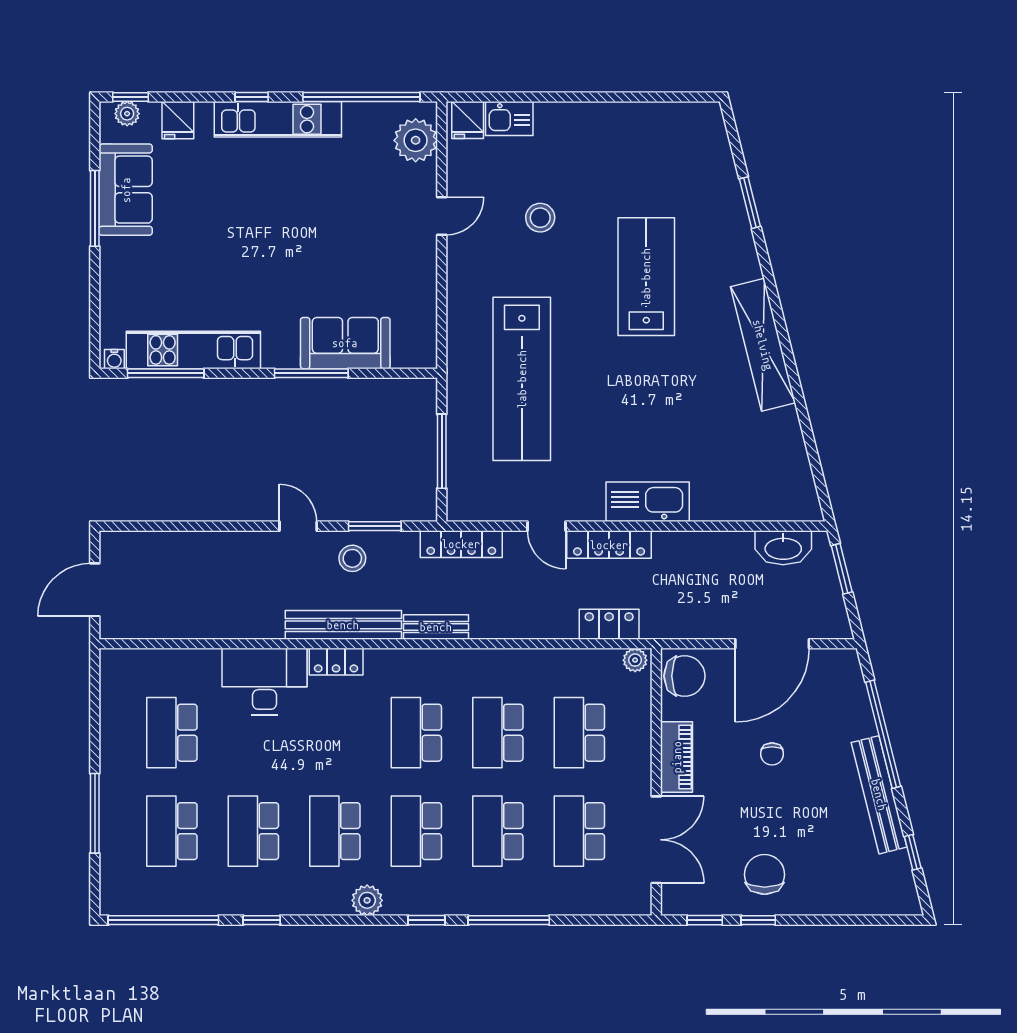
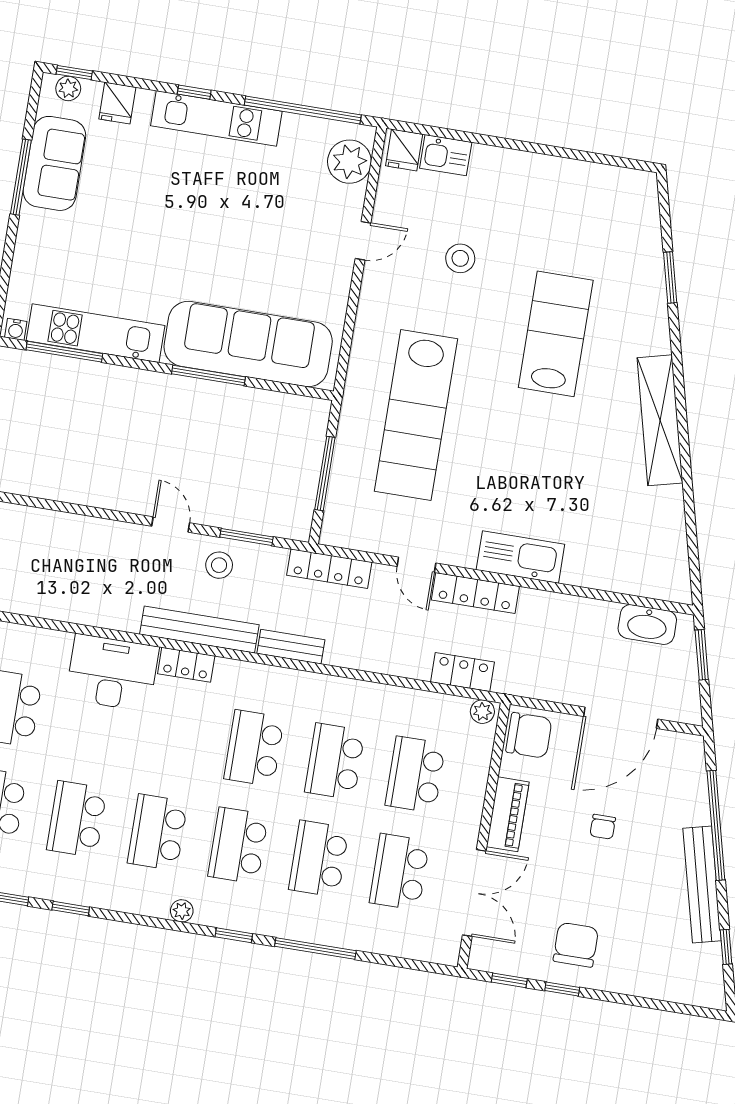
sofa: (345, 343) -> (248, 344), width x1.85, depth x1.27
plant: (367, 900) -> (182, 911), width x0.73, depth x0.73

